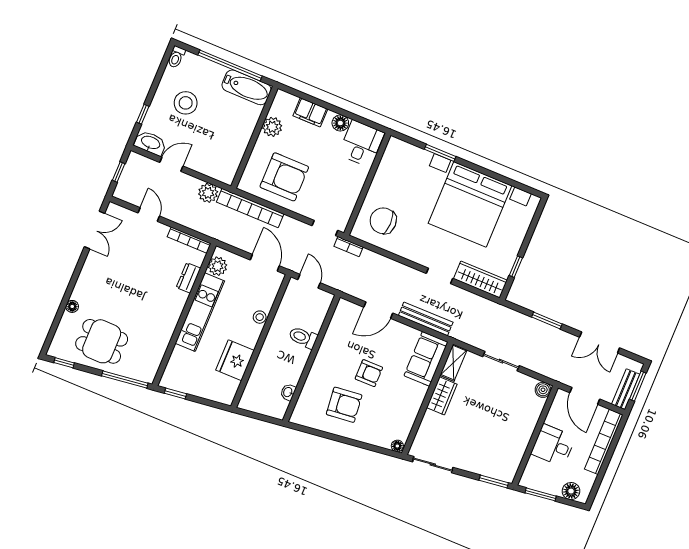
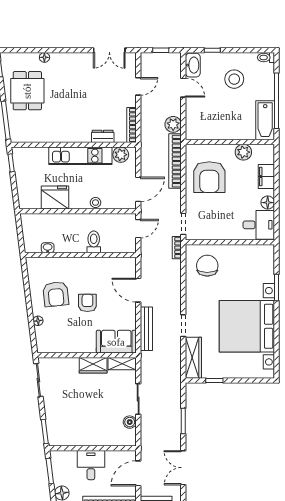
armchair: (369, 373) -> (87, 303), turned 180
boiler: (543, 390) -> (130, 422), moved
floor lamp: (397, 446) -> (38, 321), moved

